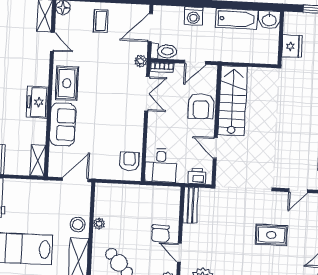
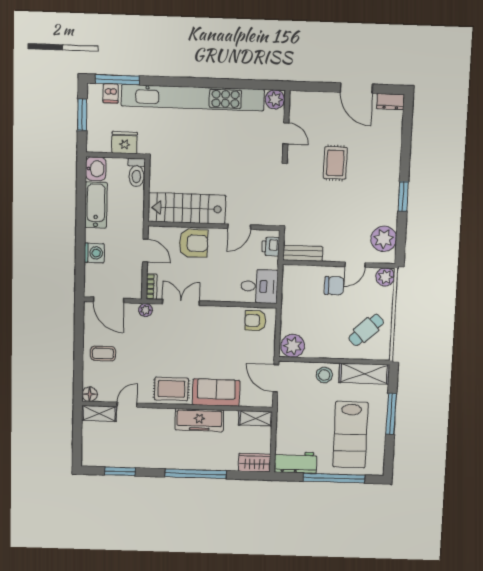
toilet: (164, 51) -> (136, 173), moved, turned 180
freezer: (37, 102) -> (199, 420), width x1.40
plant: (99, 224) -> (293, 346), moved, width x1.88, depth x1.88

